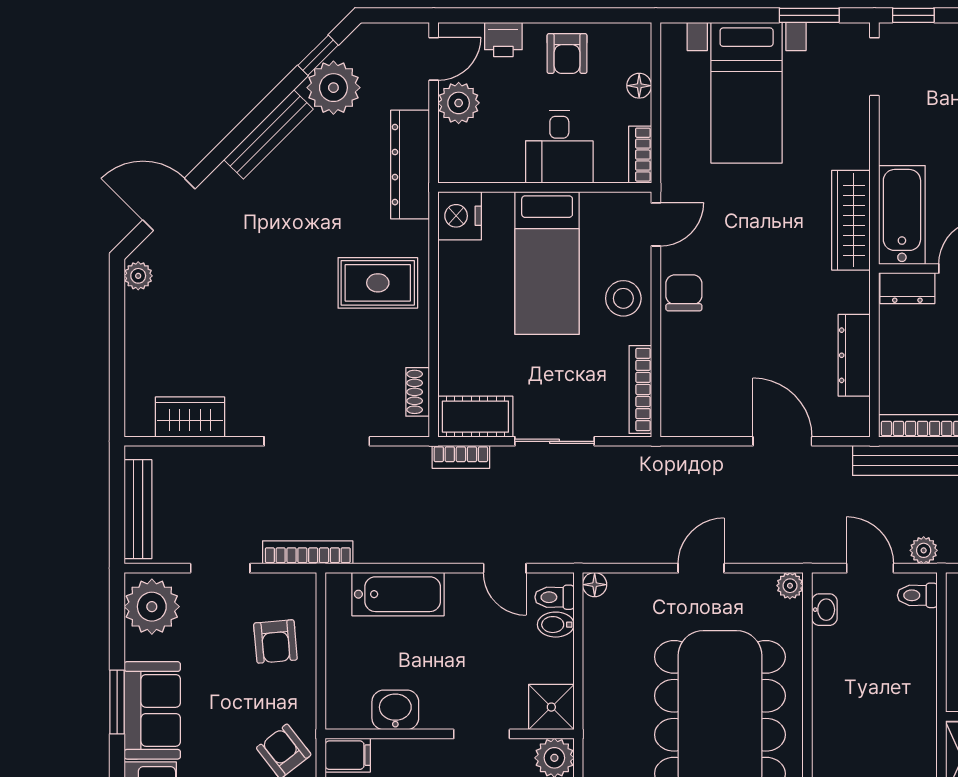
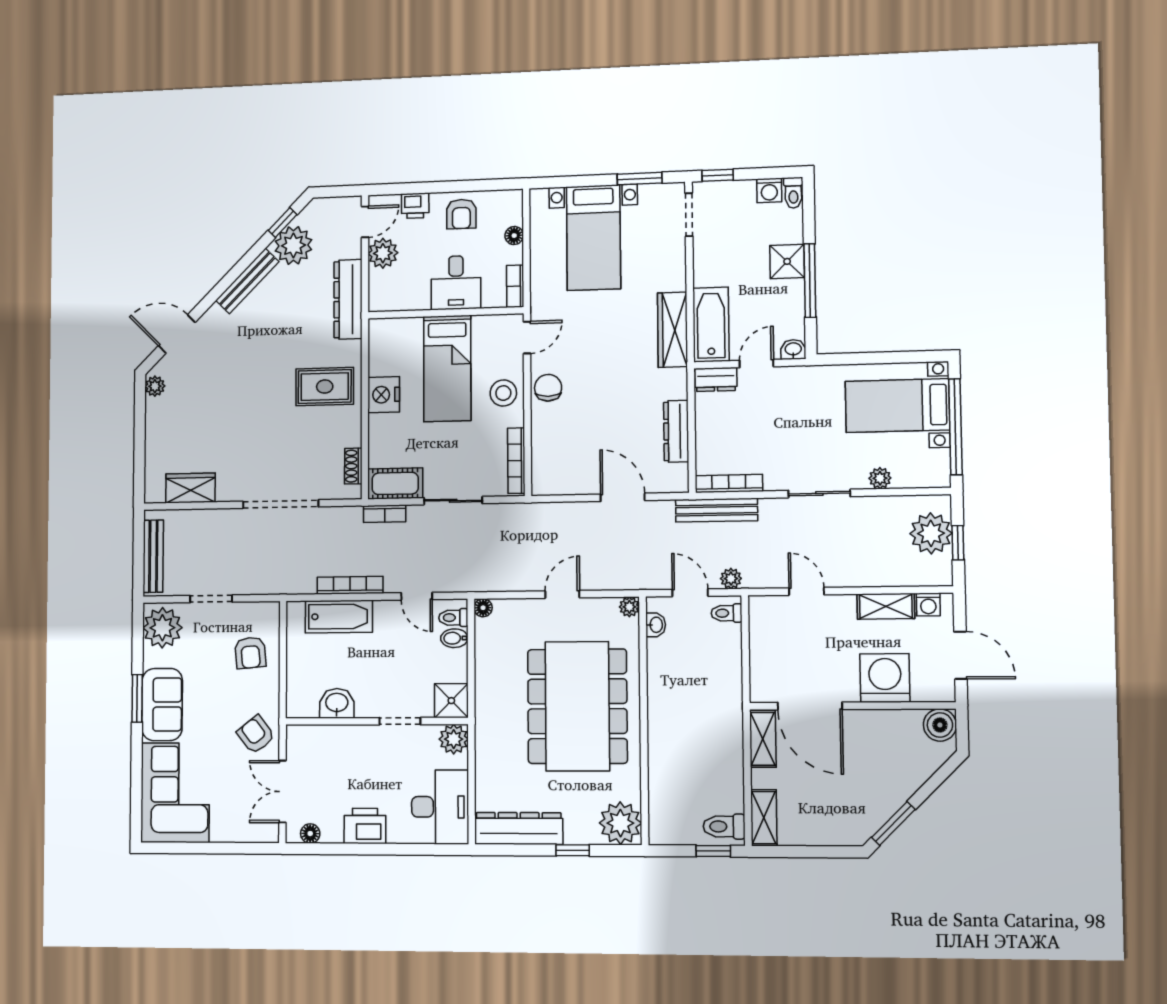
nightstand: (460, 216) -> (384, 395), moved
bookcase: (308, 552) -> (350, 585), moved
filing cabinet: (348, 755) -> (302, 737), removed

